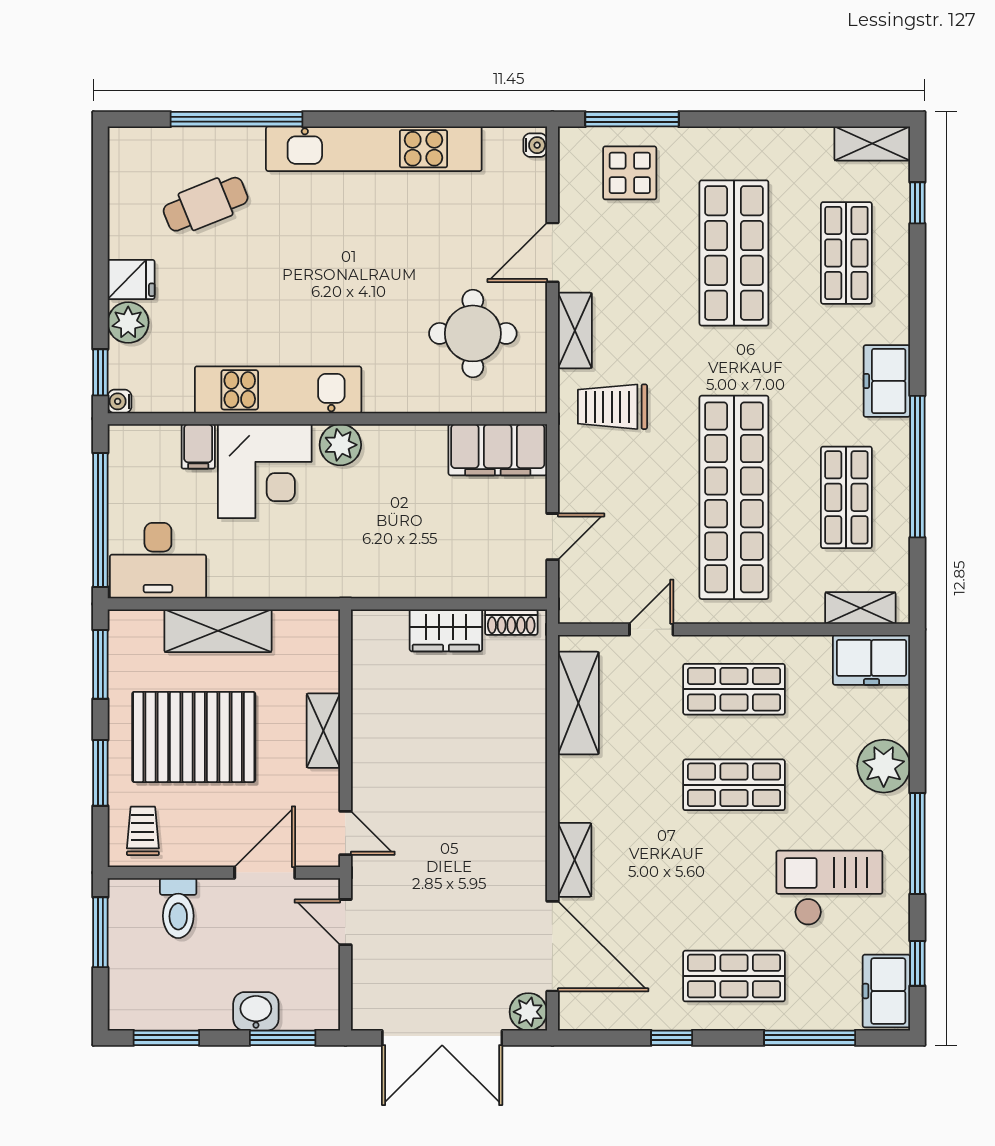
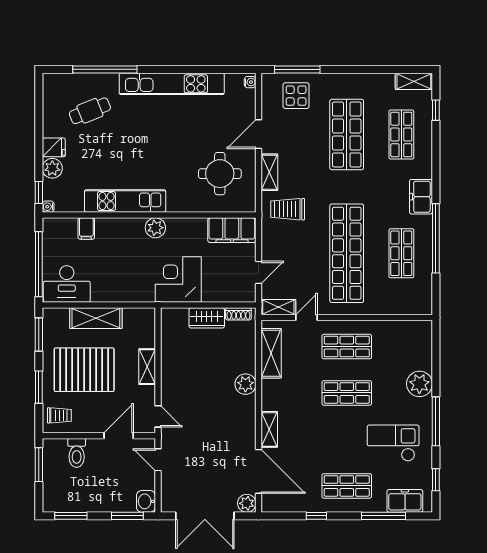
corner desk: (265, 471) -> (178, 280), moved, turned 180
shelving: (860, 608) -> (278, 307), moved
freezer: (871, 660) -> (414, 332), removed
plant: (526, 767) -> (245, 384), added
trolley: (143, 831) -> (59, 415), turned 90
freezer: (886, 991) -> (405, 501), moved, turned 90
washbasin: (256, 1011) -> (146, 501), moved, turned -90

